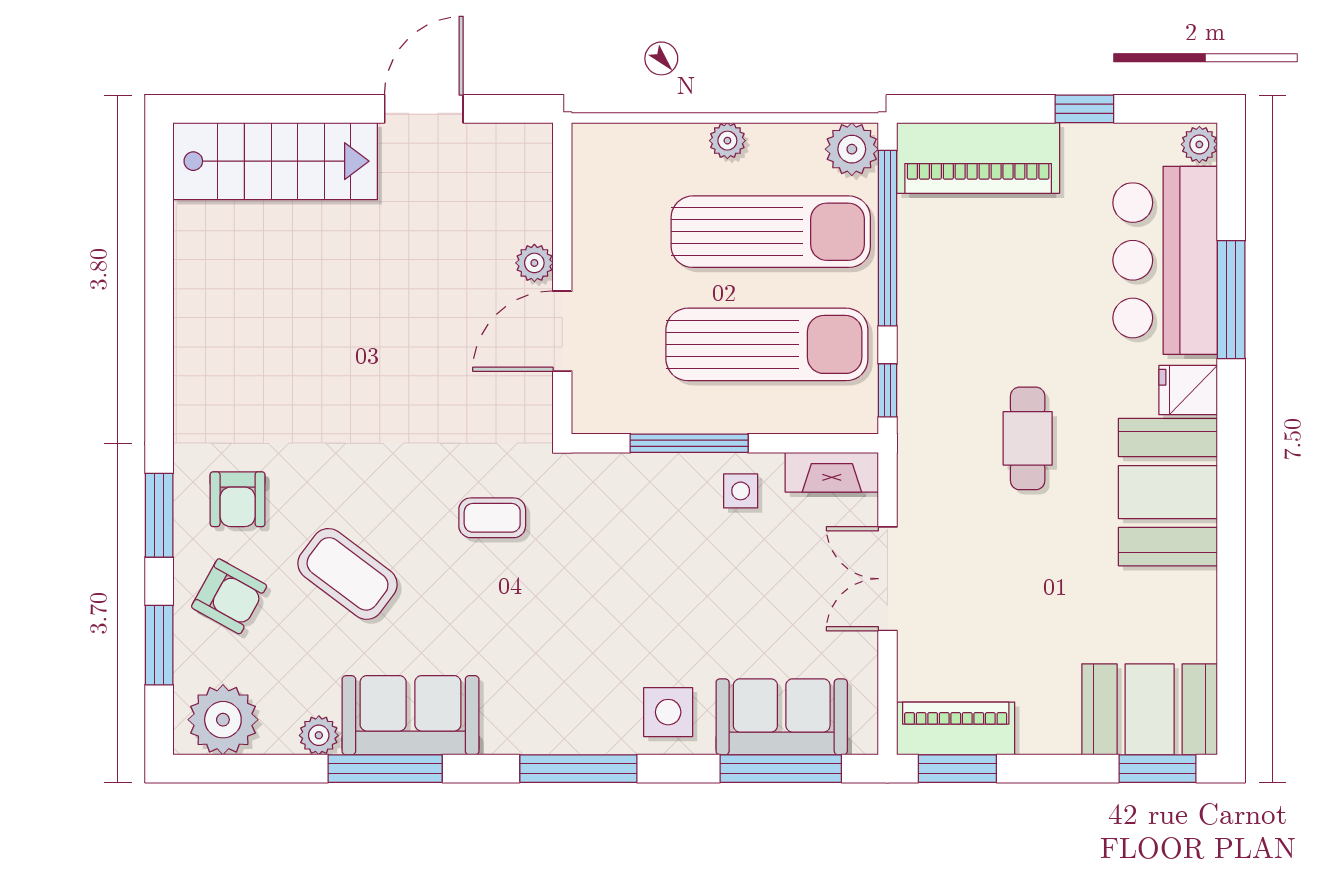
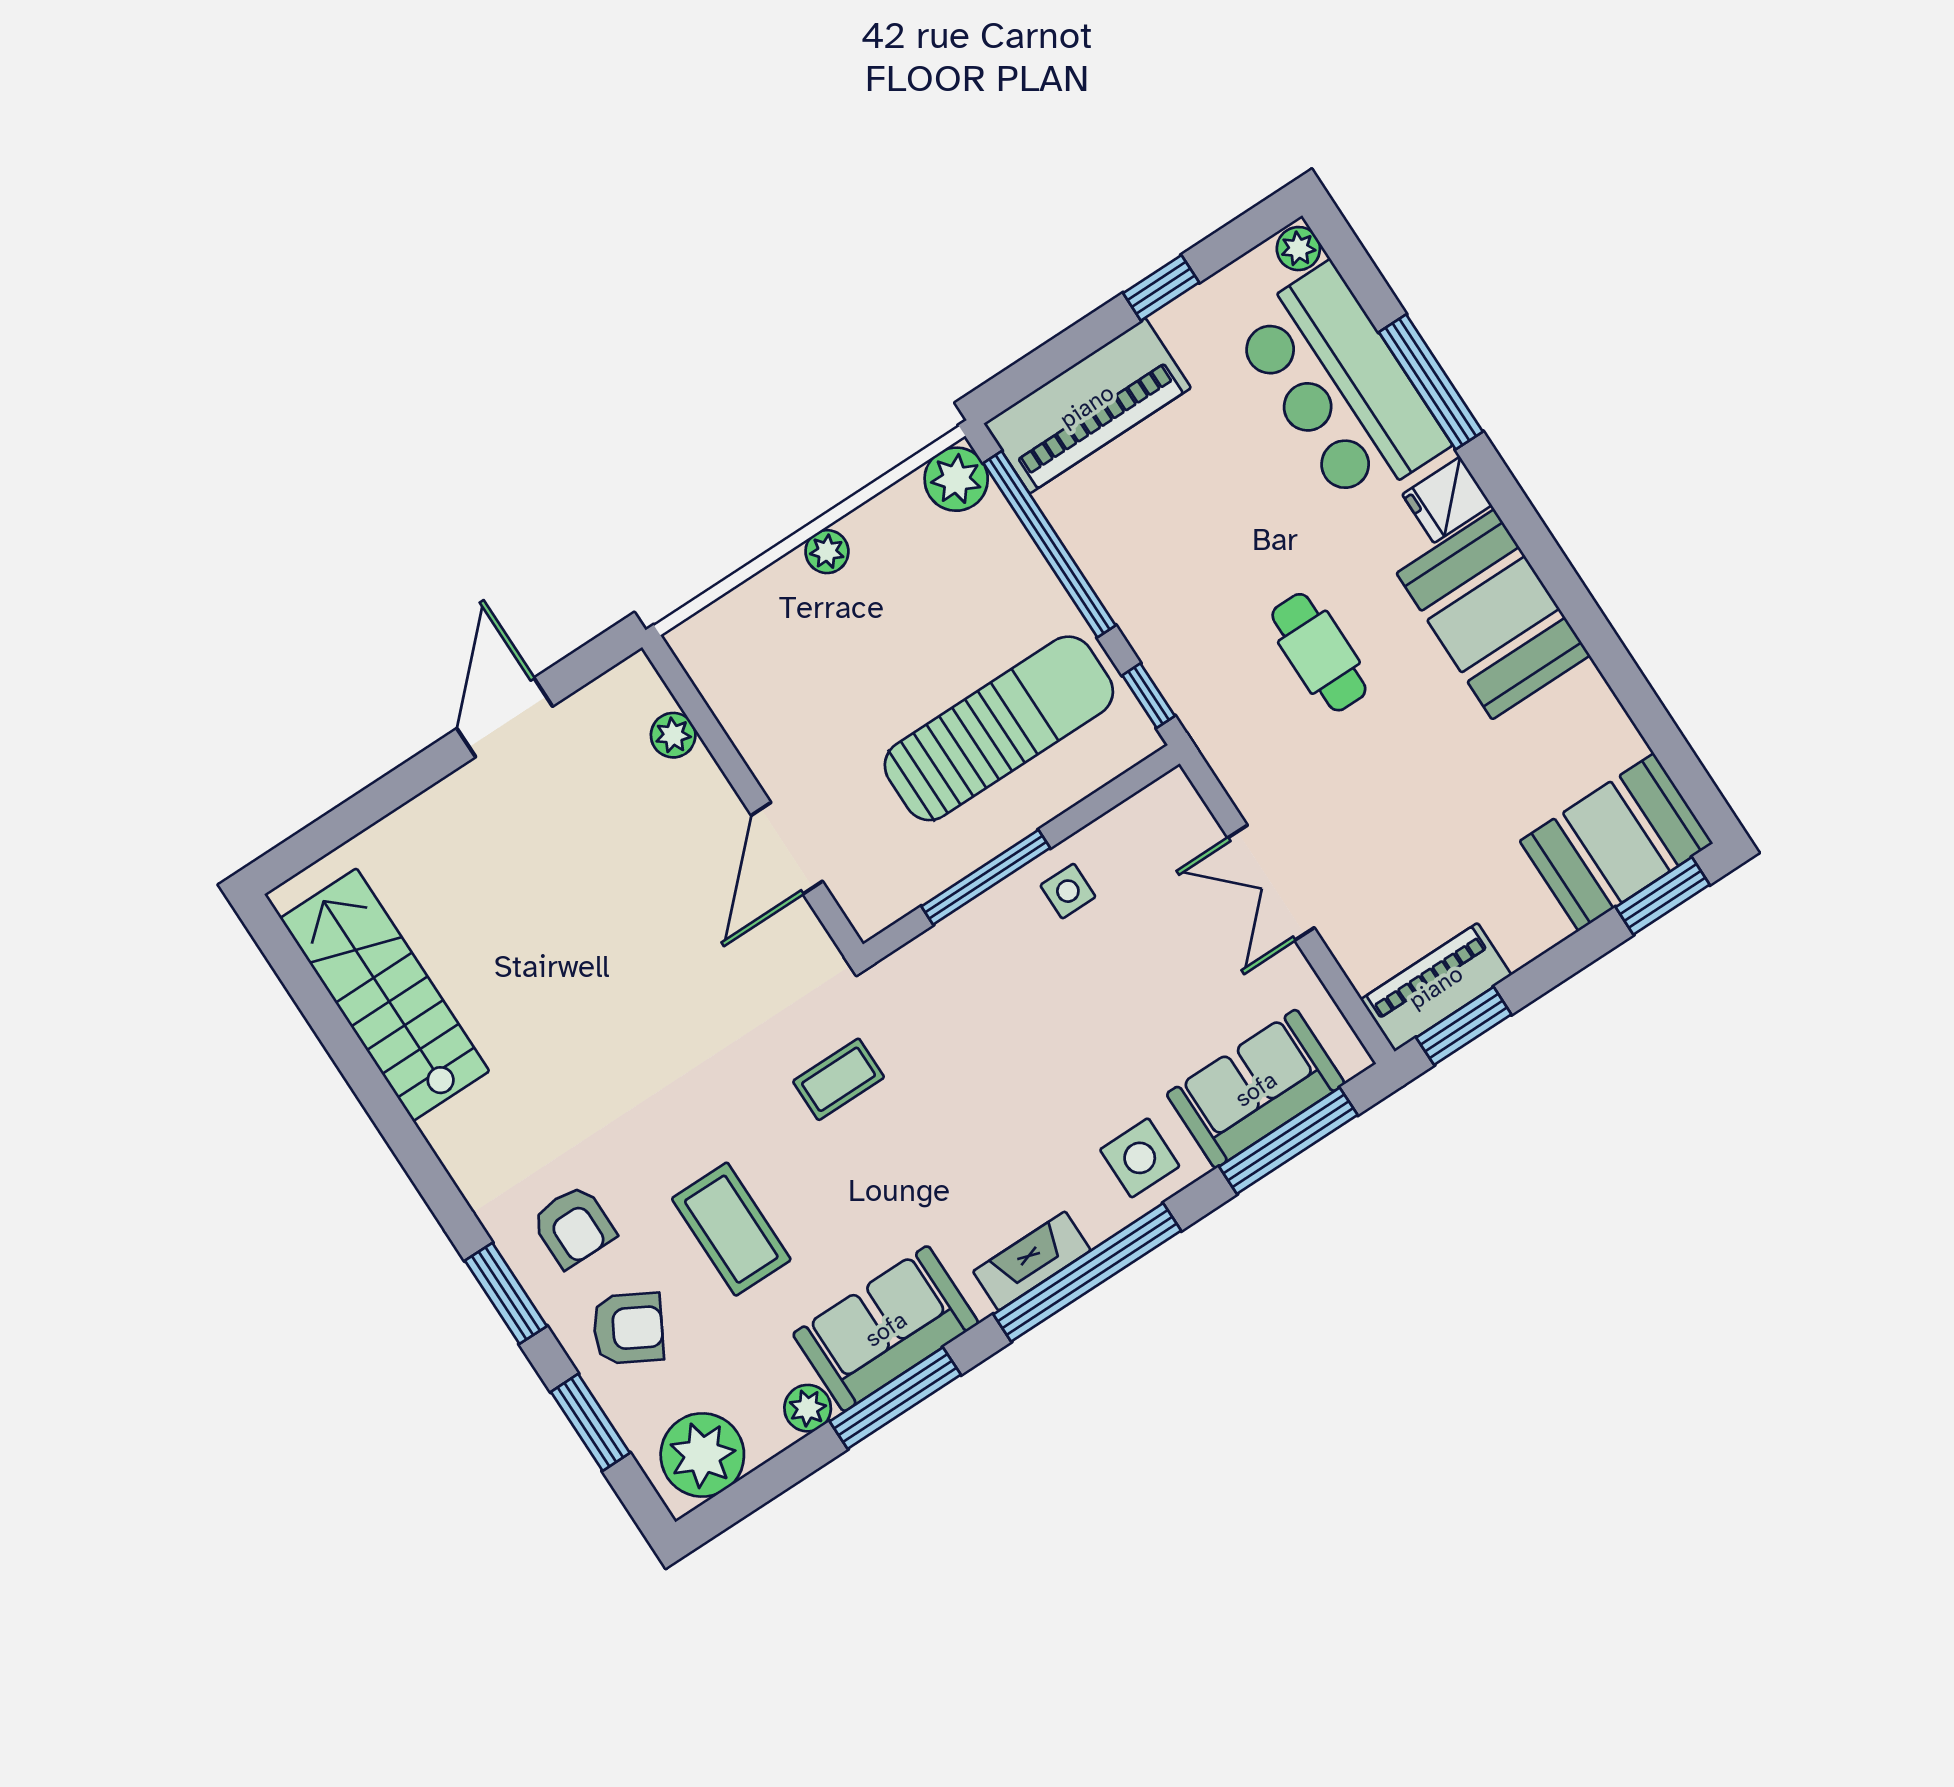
stairs: (275, 161) -> (385, 995), moved, turned -90
sun lounger: (771, 232) -> (929, 614), removed
plant: (534, 263) -> (673, 735), moved
fireplace: (832, 472) -> (1032, 1261), moved, turned 180
coffee table: (348, 574) -> (731, 1229), turned 53
window: (578, 769) -> (1087, 1272), width x1.46

